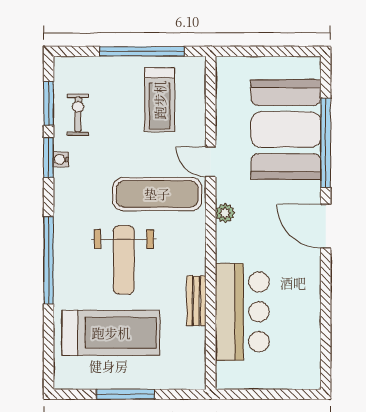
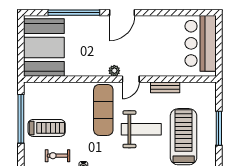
treadmill: (160, 100) -> (47, 128), moved
booth: (286, 130) -> (44, 48), moved, turned 90
door: (211, 162) -> (131, 79), moved
bar counter: (242, 312) -> (201, 43), moved, turned -90

